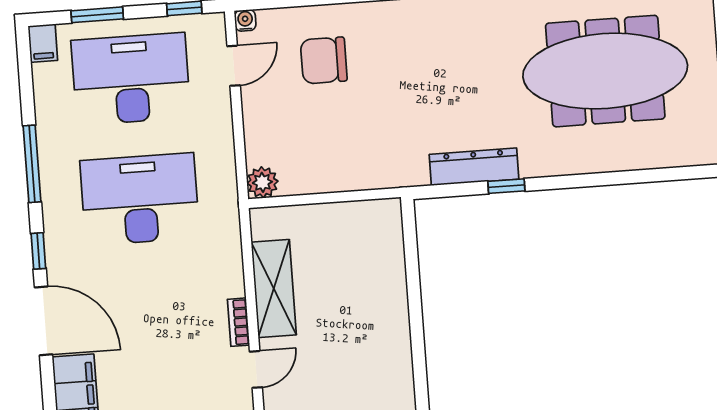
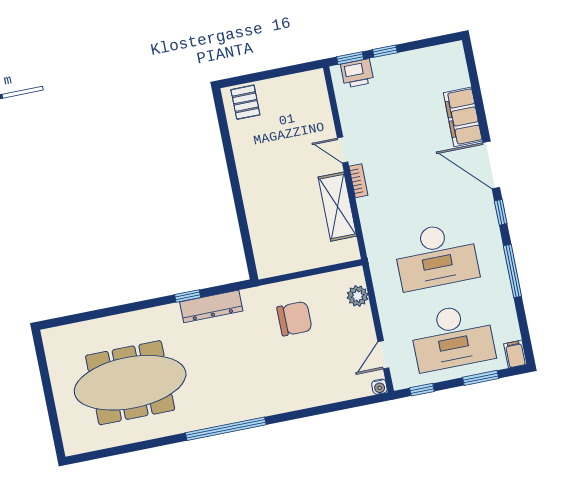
chair: (324, 60) -> (294, 319), moved
plant: (262, 182) -> (358, 296), moved
door: (256, 369) -> (343, 150), hinge flipped

